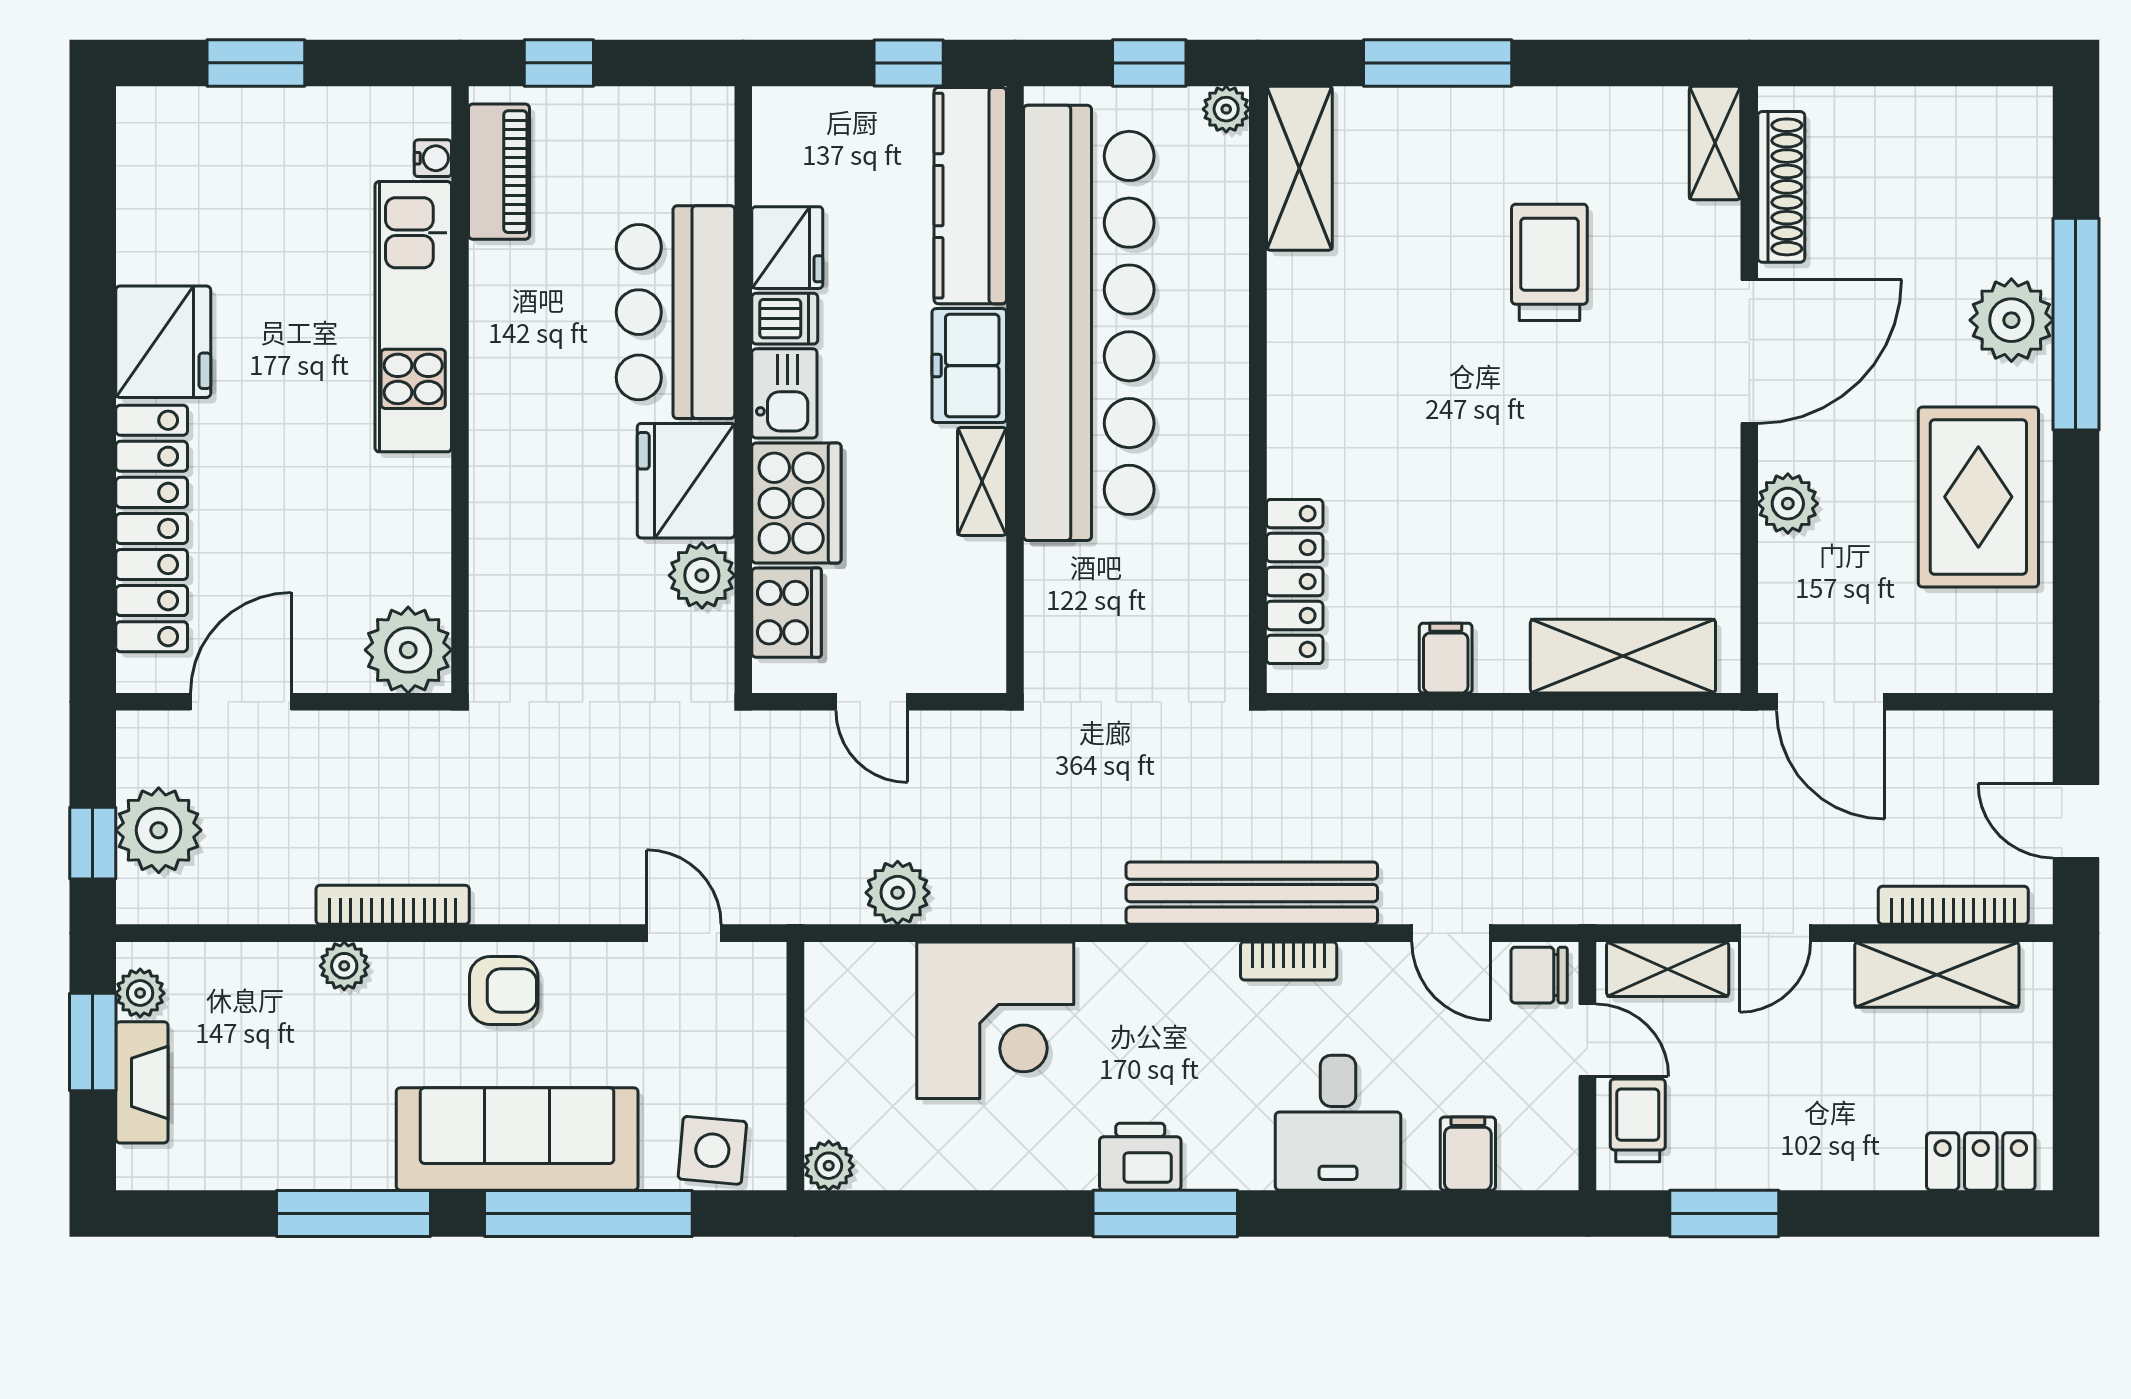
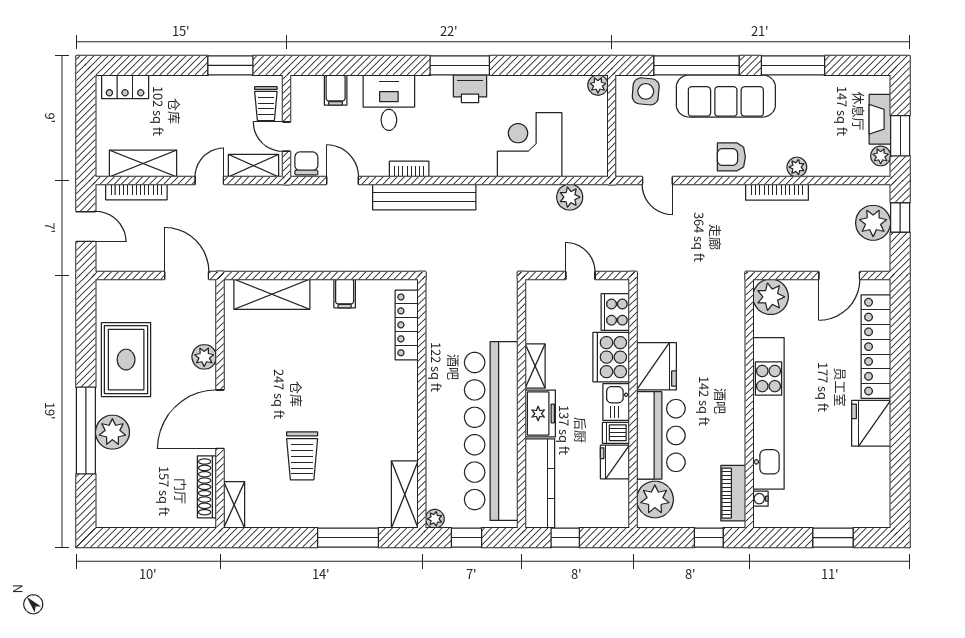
kitchen unit: (413, 317) -> (769, 413), width x1.36
plant: (702, 575) -> (655, 499), moved, width x1.36, depth x1.36
chair: (1539, 975) -> (306, 163), turned -90

